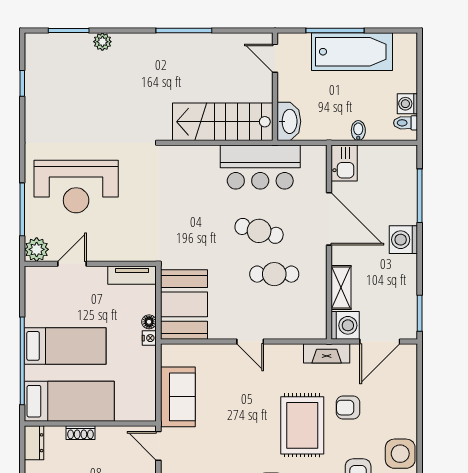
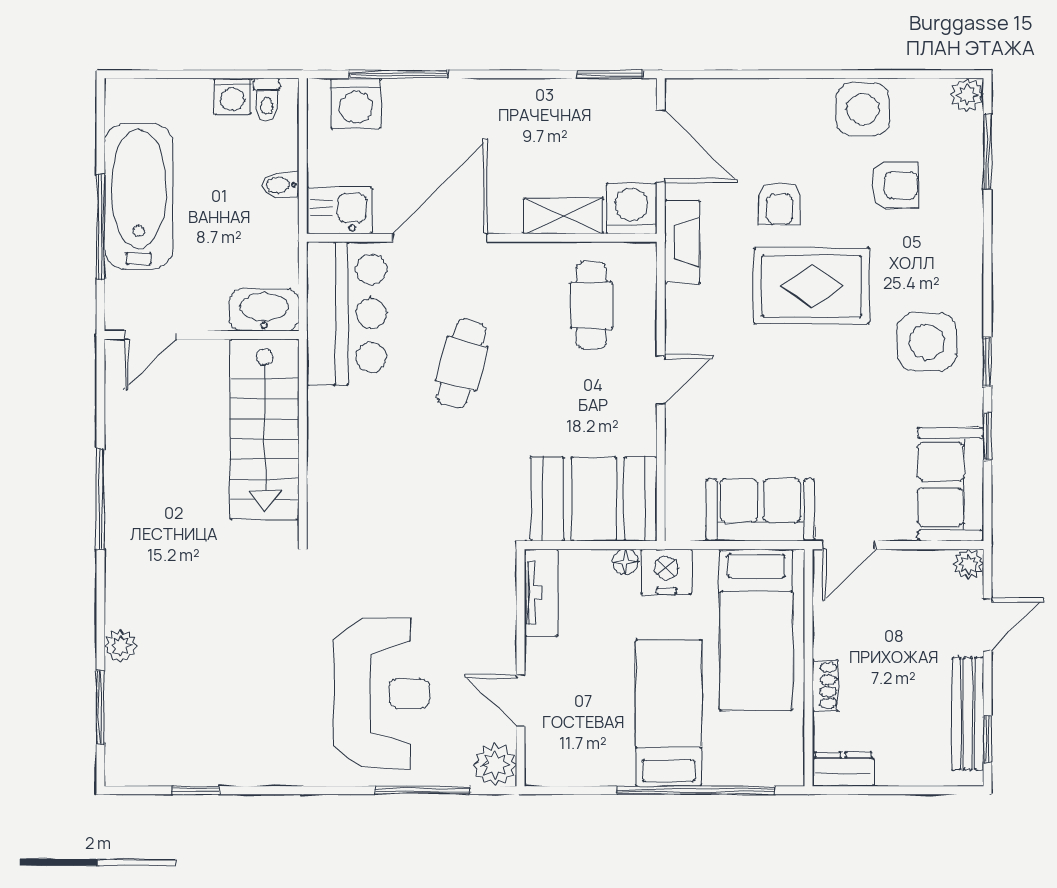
bar counter: (260, 167) -> (346, 313), moved
washing machine: (403, 240) -> (356, 104), moved
cafe table: (274, 274) -> (591, 305), moved
nightstand: (149, 338) -> (666, 571), width x1.89, depth x1.79
bed: (69, 401) -> (756, 630), moved, turned 180

